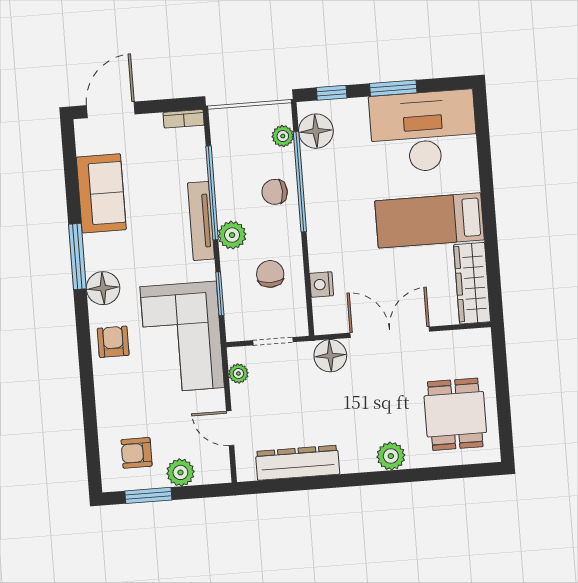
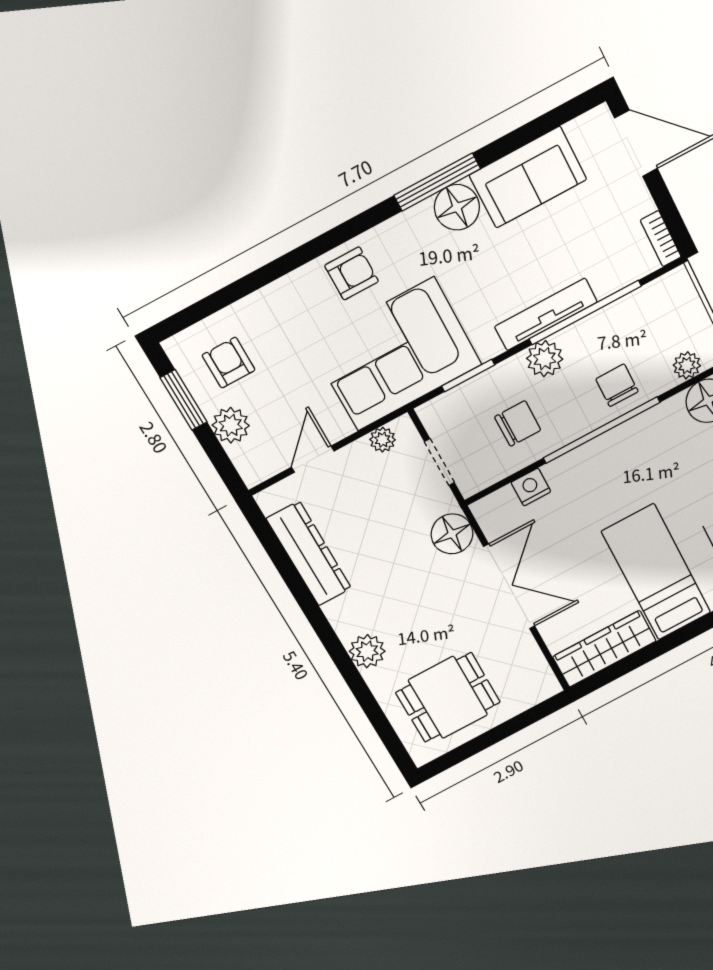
window: (300, 182) -> (602, 430), moved
floor lamp: (103, 288) -> (457, 207), moved

